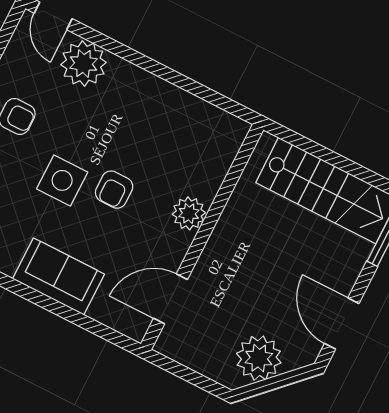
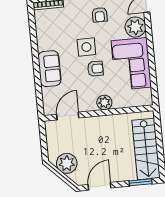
corner sofa: (148, 116) -> (131, 64), added
armchair: (114, 190) -> (95, 69), turned 180
door: (170, 299) -> (68, 116), hinge flipped

